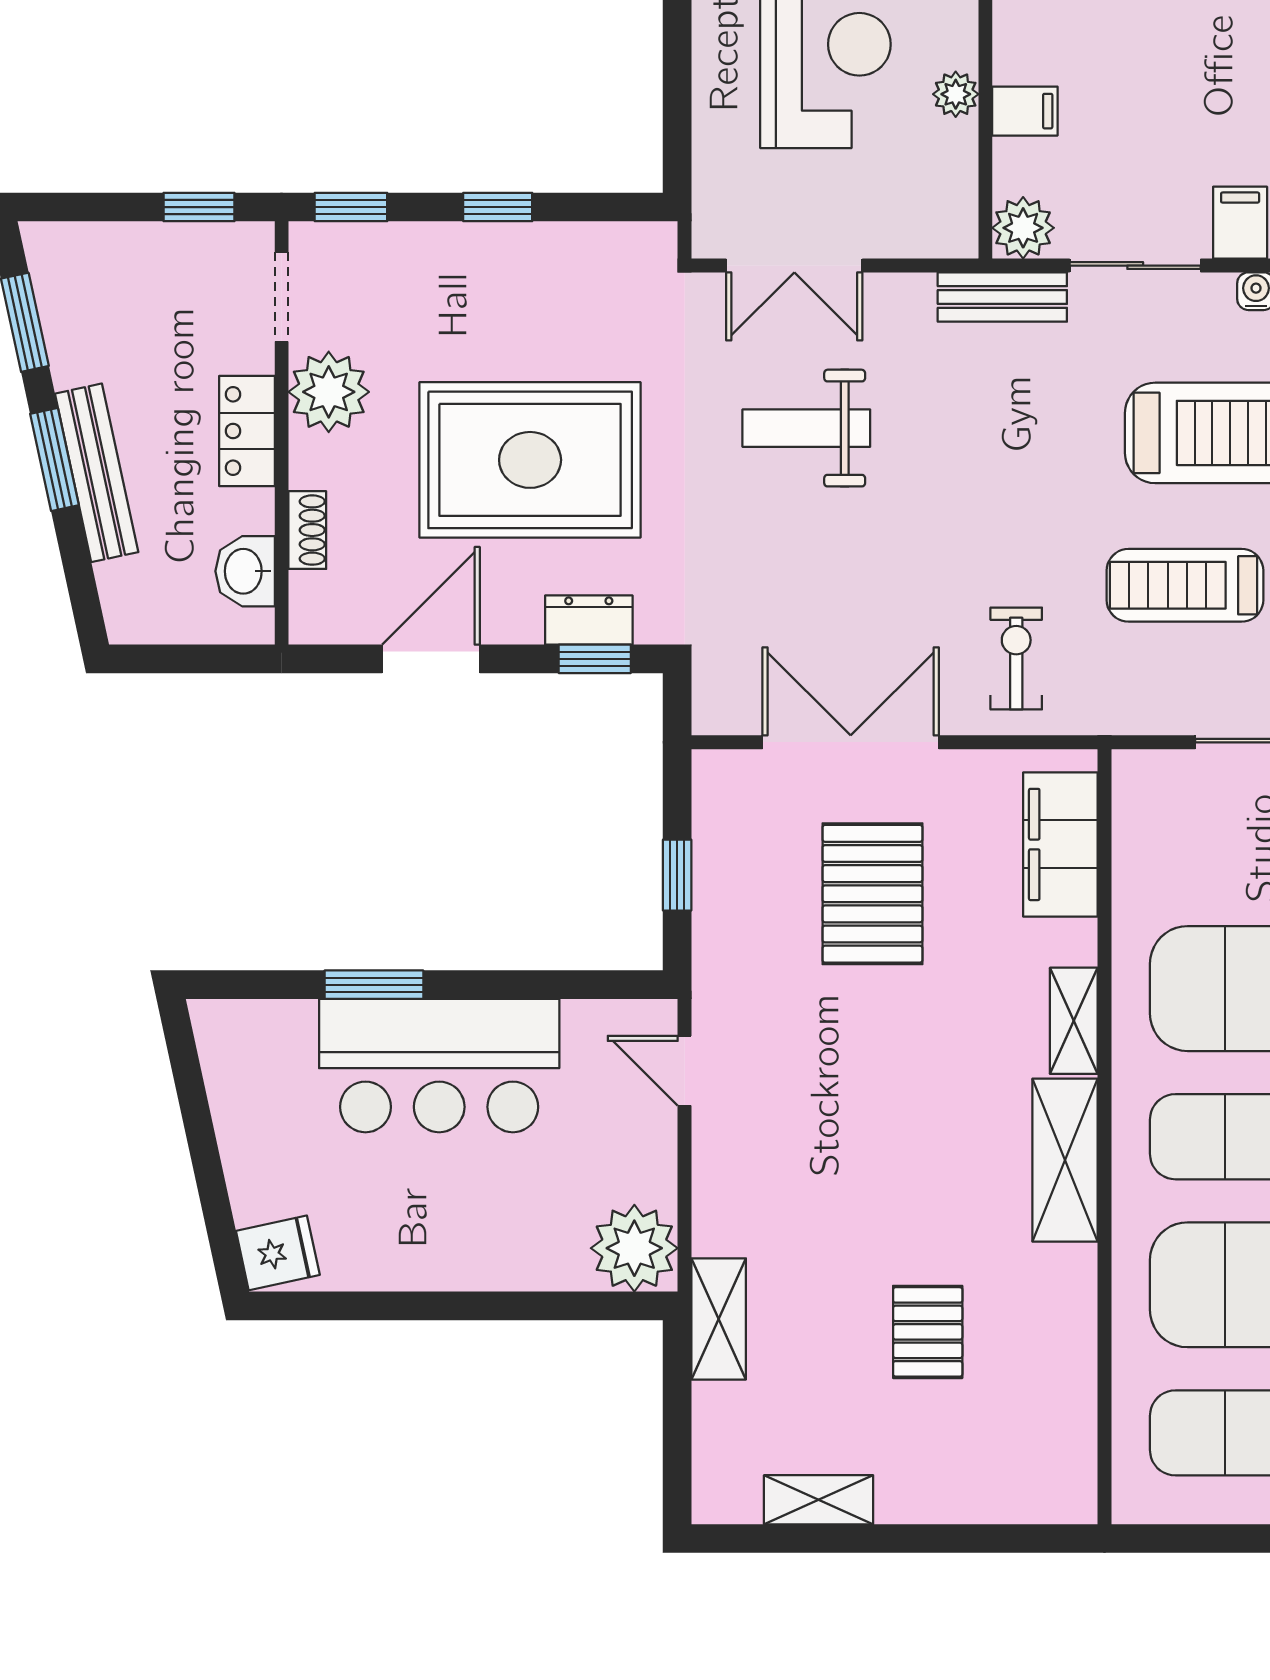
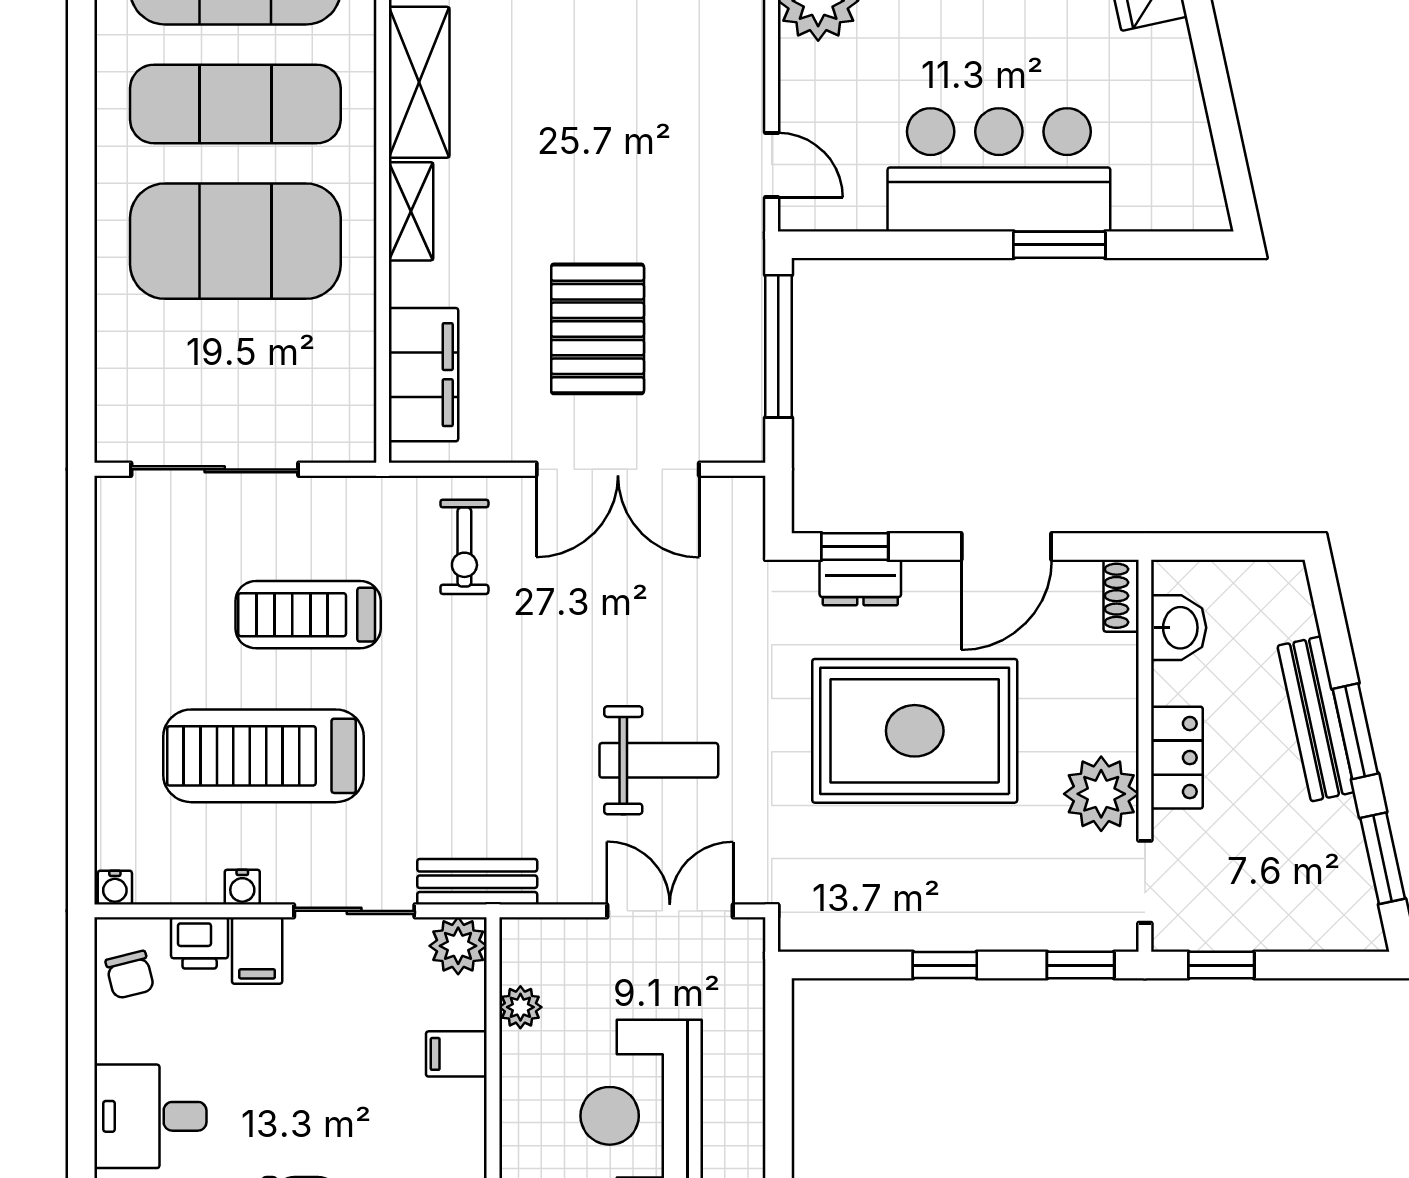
plant: (956, 94) -> (520, 1007), moved
shoe rack: (307, 530) -> (1121, 596), moved
treadmill: (1185, 585) -> (308, 615), turned 180
window: (677, 875) -> (778, 346), width x2.17

